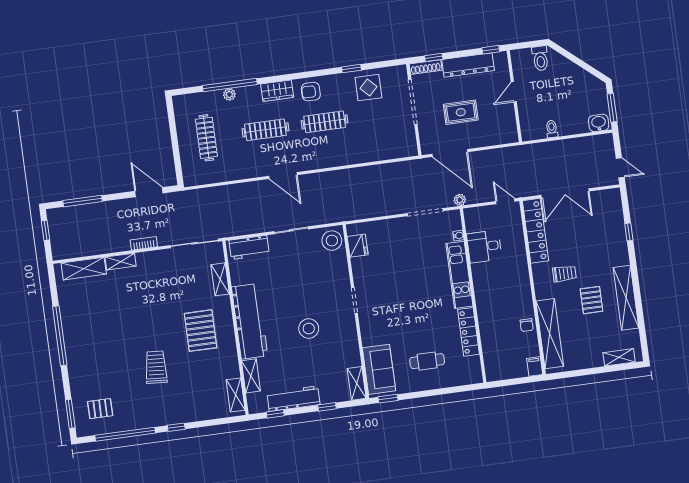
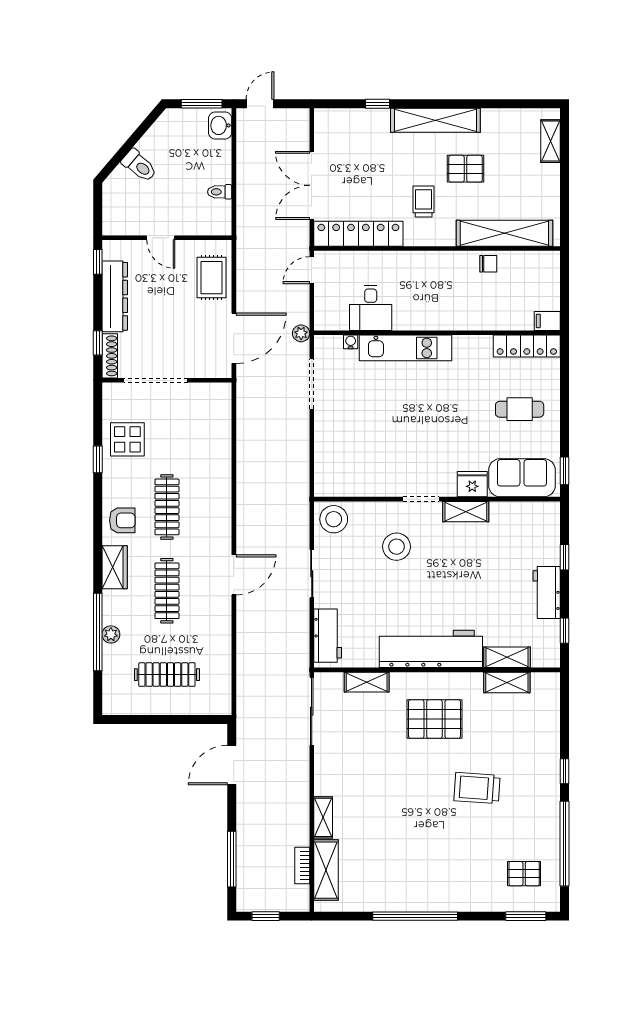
toilet: (540, 58) -> (139, 166), moved, turned 41
armchair: (311, 92) -> (122, 520), turned -90
rug: (461, 112) -> (212, 278), moved
door: (620, 168) -> (260, 104), moved
double door: (565, 193) -> (312, 185), swing flipped
bookcase: (144, 243) -> (302, 865), moved
fridge: (358, 246) -> (472, 484), moved
shelving: (626, 298) -> (435, 120), moved
stool: (309, 328) -> (397, 547), moved
locker: (469, 332) -> (527, 346), moved
cafe table: (427, 361) -> (520, 409), turned 90
filing cabinet: (535, 366) -> (547, 321), moved
shelving: (357, 383) -> (466, 512), moved
shelving: (236, 395) -> (507, 682), moved
workbench: (293, 399) -> (547, 593), width x0.73
pallet: (100, 409) -> (524, 874), turned 90

